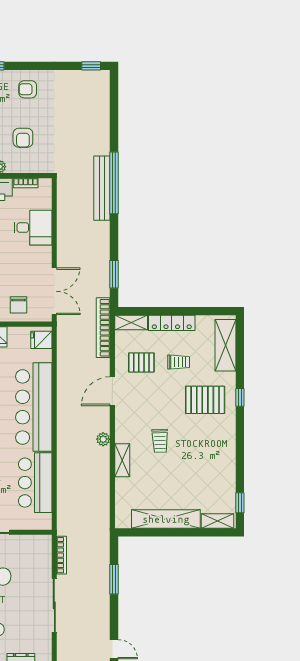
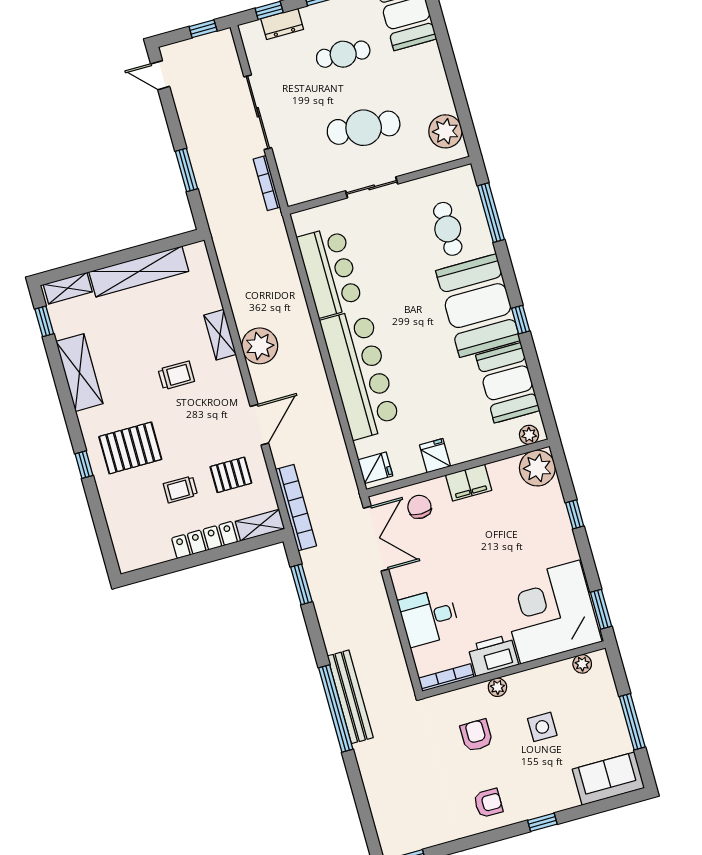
bookcase: (26, 183) -> (446, 678), width x1.56
double door: (54, 291) -> (376, 539), swing flipped
shelving: (226, 345) -> (79, 373), moved
plant: (103, 439) -> (260, 346), width x1.87, depth x1.87
trolley: (160, 441) -> (176, 375), turned 92

